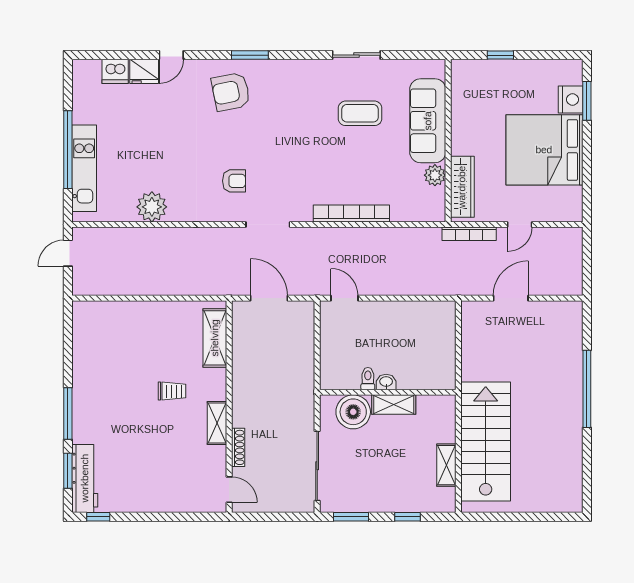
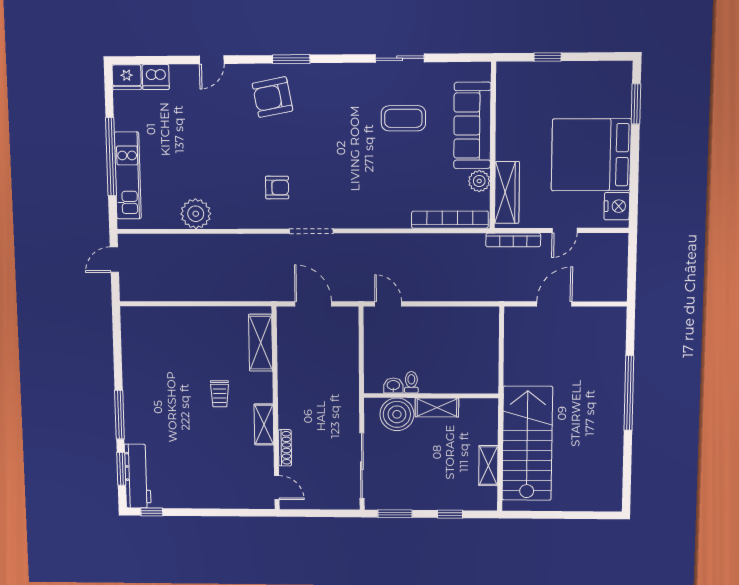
fridge: (144, 71) -> (127, 77), moved
nightstand: (571, 99) -> (617, 206), moved
bookcase: (351, 213) -> (450, 220), moved
washbasin: (386, 382) -> (393, 386), moved
trolley: (172, 391) -> (220, 394), turned 90

